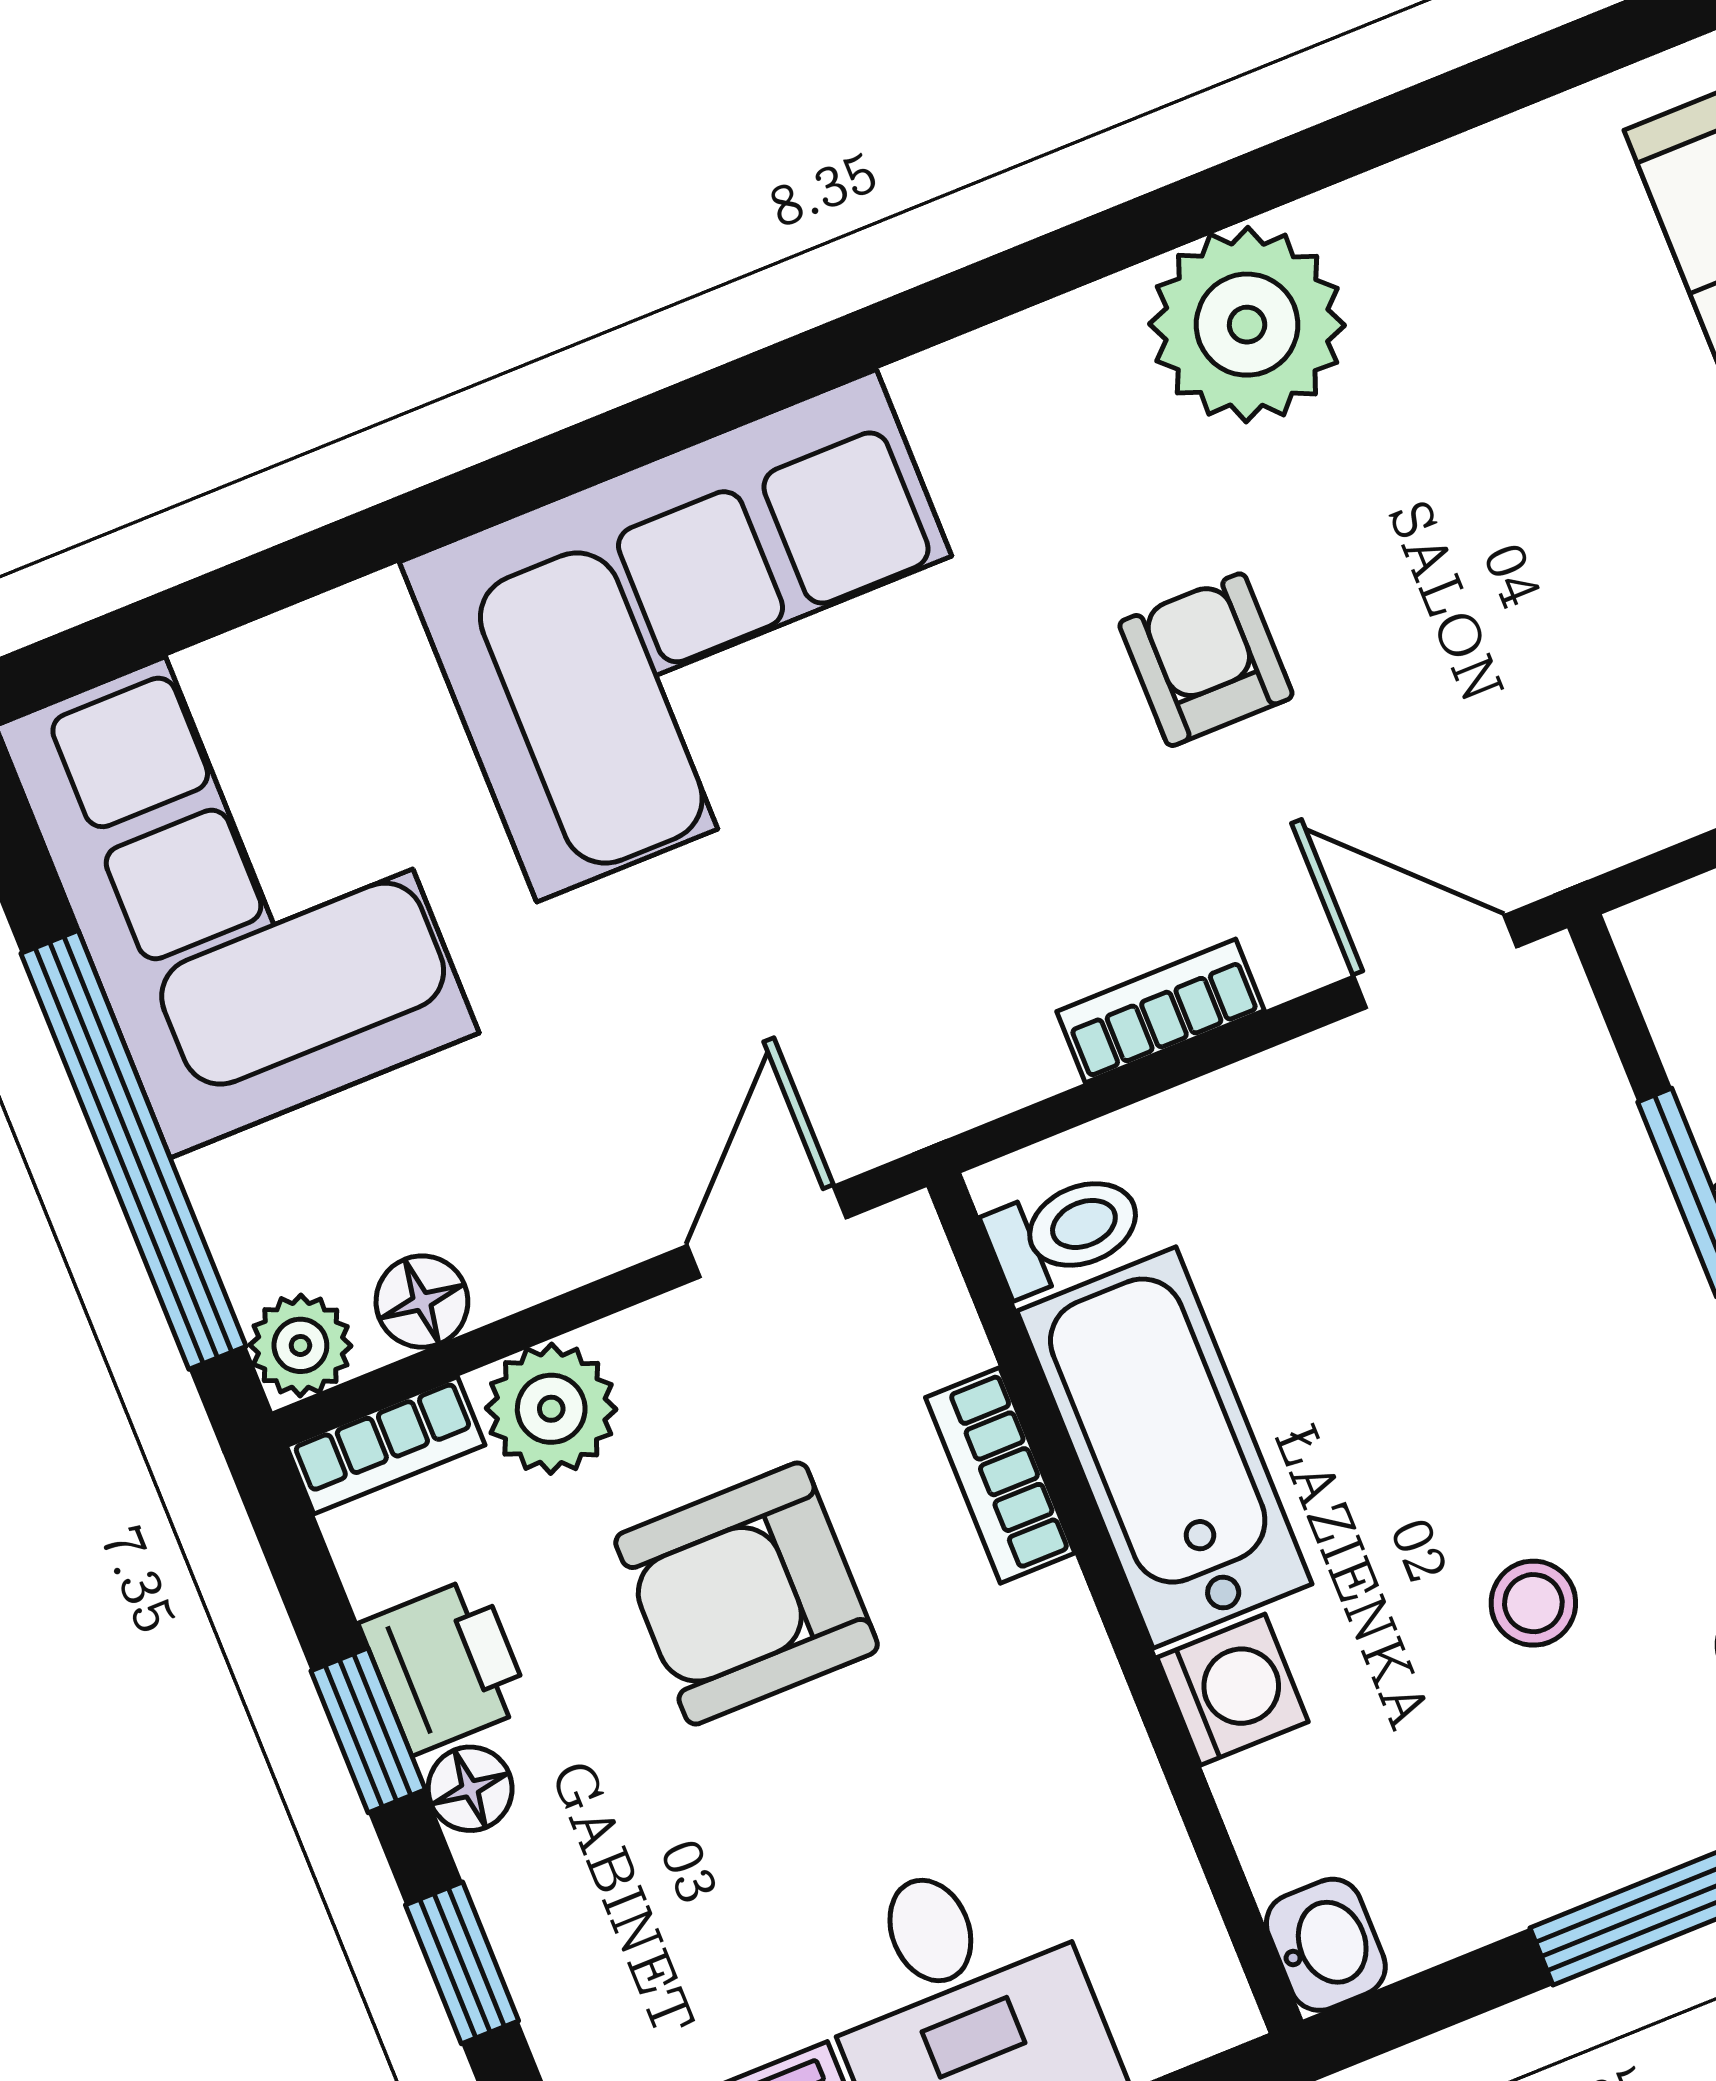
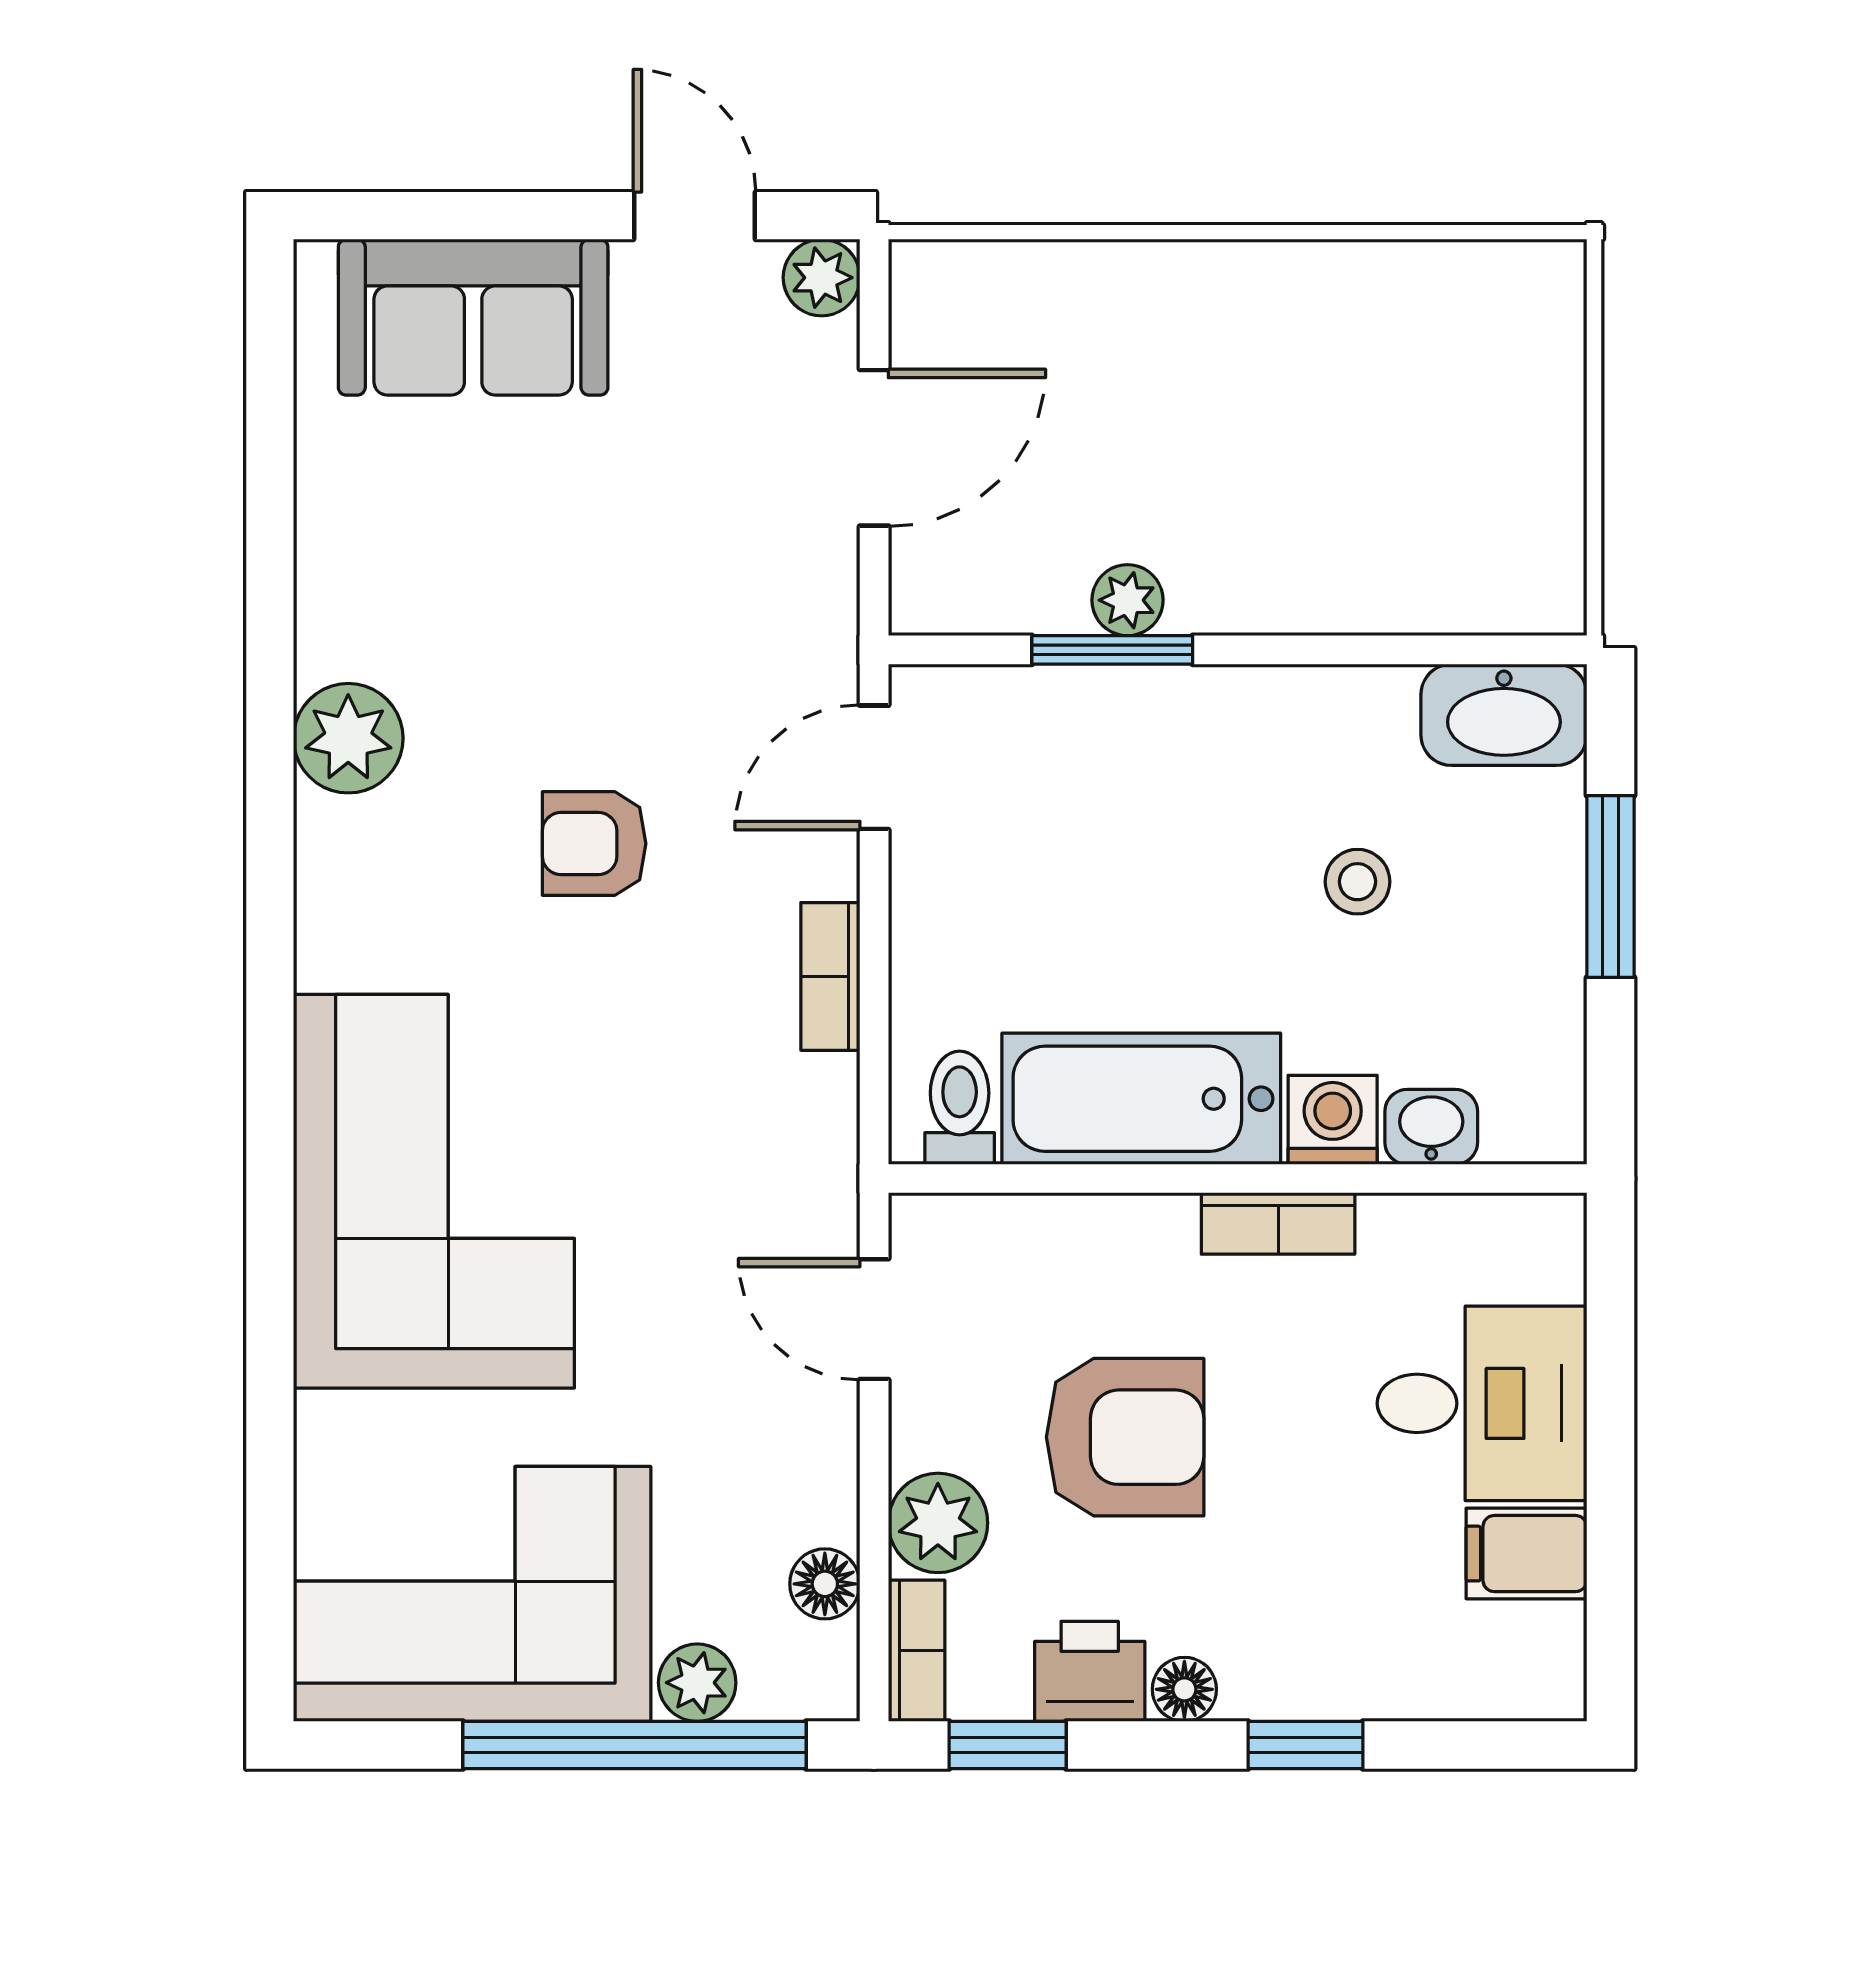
plant: (1247, 325) -> (348, 738), width x0.73, depth x0.73
plant: (300, 1345) -> (697, 1683), moved
bookcase: (1000, 1475) -> (1278, 1223), moved
armchair: (747, 1593) -> (1125, 1437), turned -90
window: (368, 1730) -> (1008, 1745), moved
washbasin: (1326, 1945) -> (1431, 1127), moved

